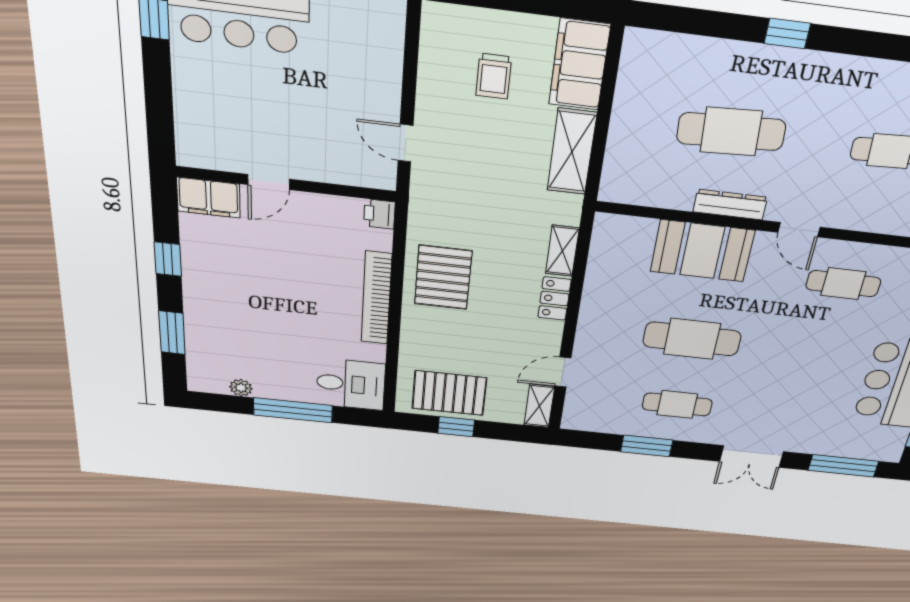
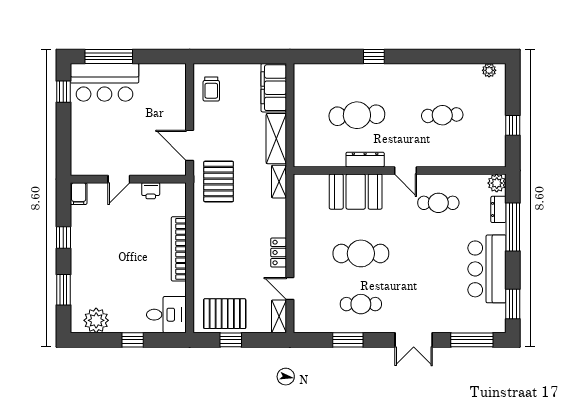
trolley: (494, 76) -> (211, 89), moved
door: (406, 143) -> (190, 145), width x1.38
filing cabinet: (208, 198) -> (79, 194), width x0.50
printer: (379, 214) -> (151, 191), moved, turned -90
shelving: (562, 251) -> (279, 182), moved
pallet: (443, 277) -> (219, 182), moved
locker: (554, 299) -> (279, 252), moved
door: (563, 372) -> (290, 288), hinge flipped
plant: (241, 388) -> (96, 320), width x1.87, depth x1.87
window: (293, 410) -> (133, 340), width x0.46

